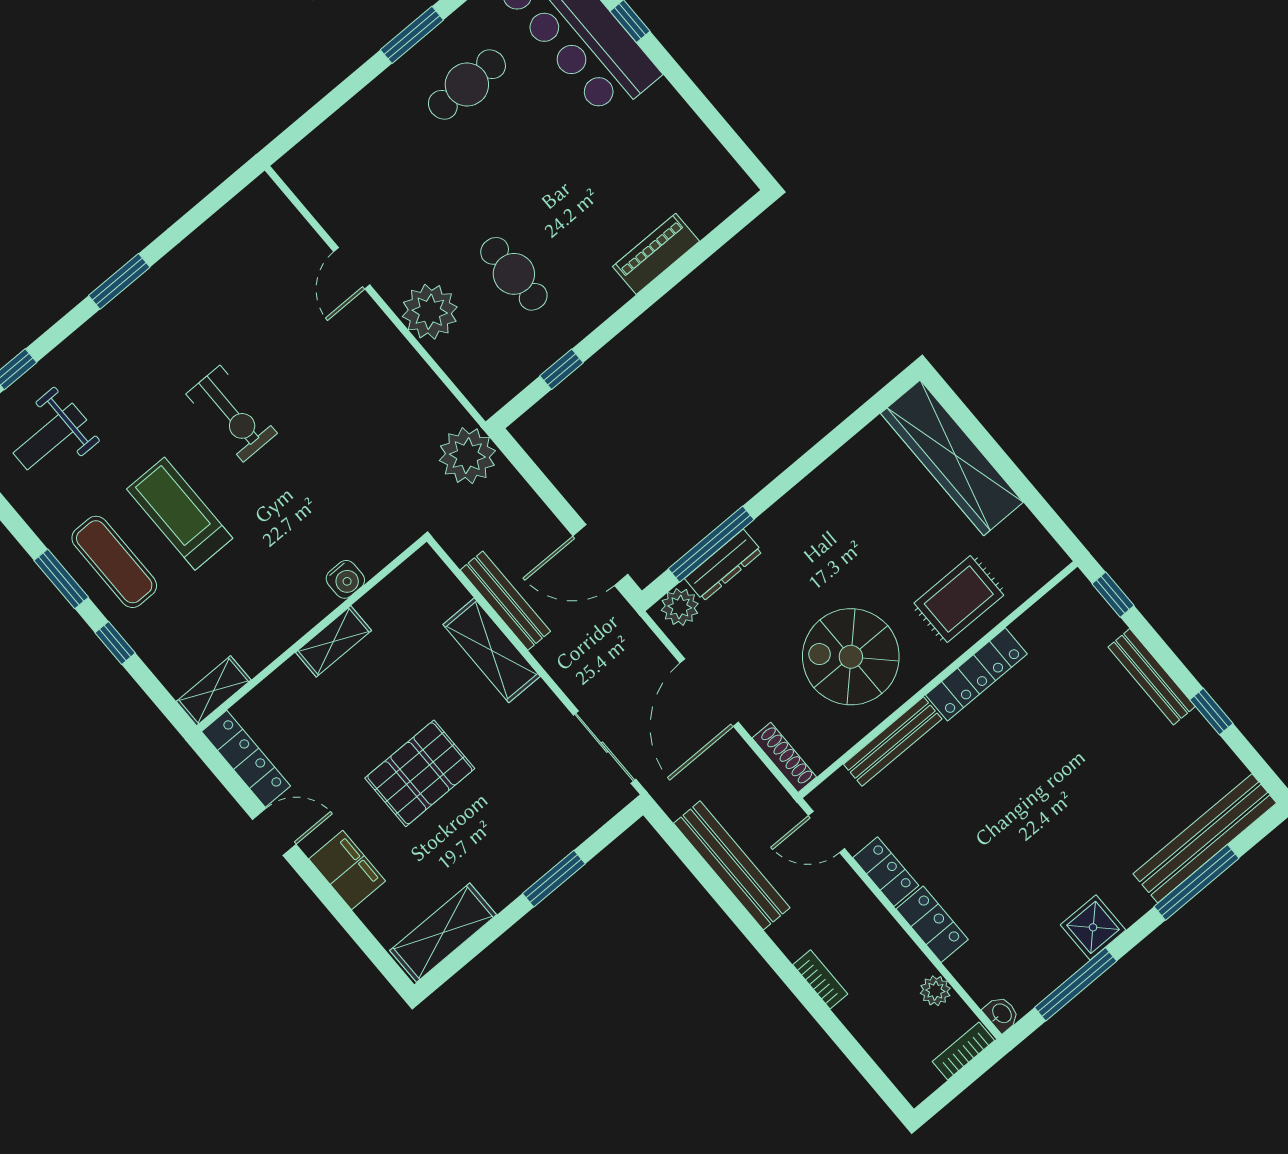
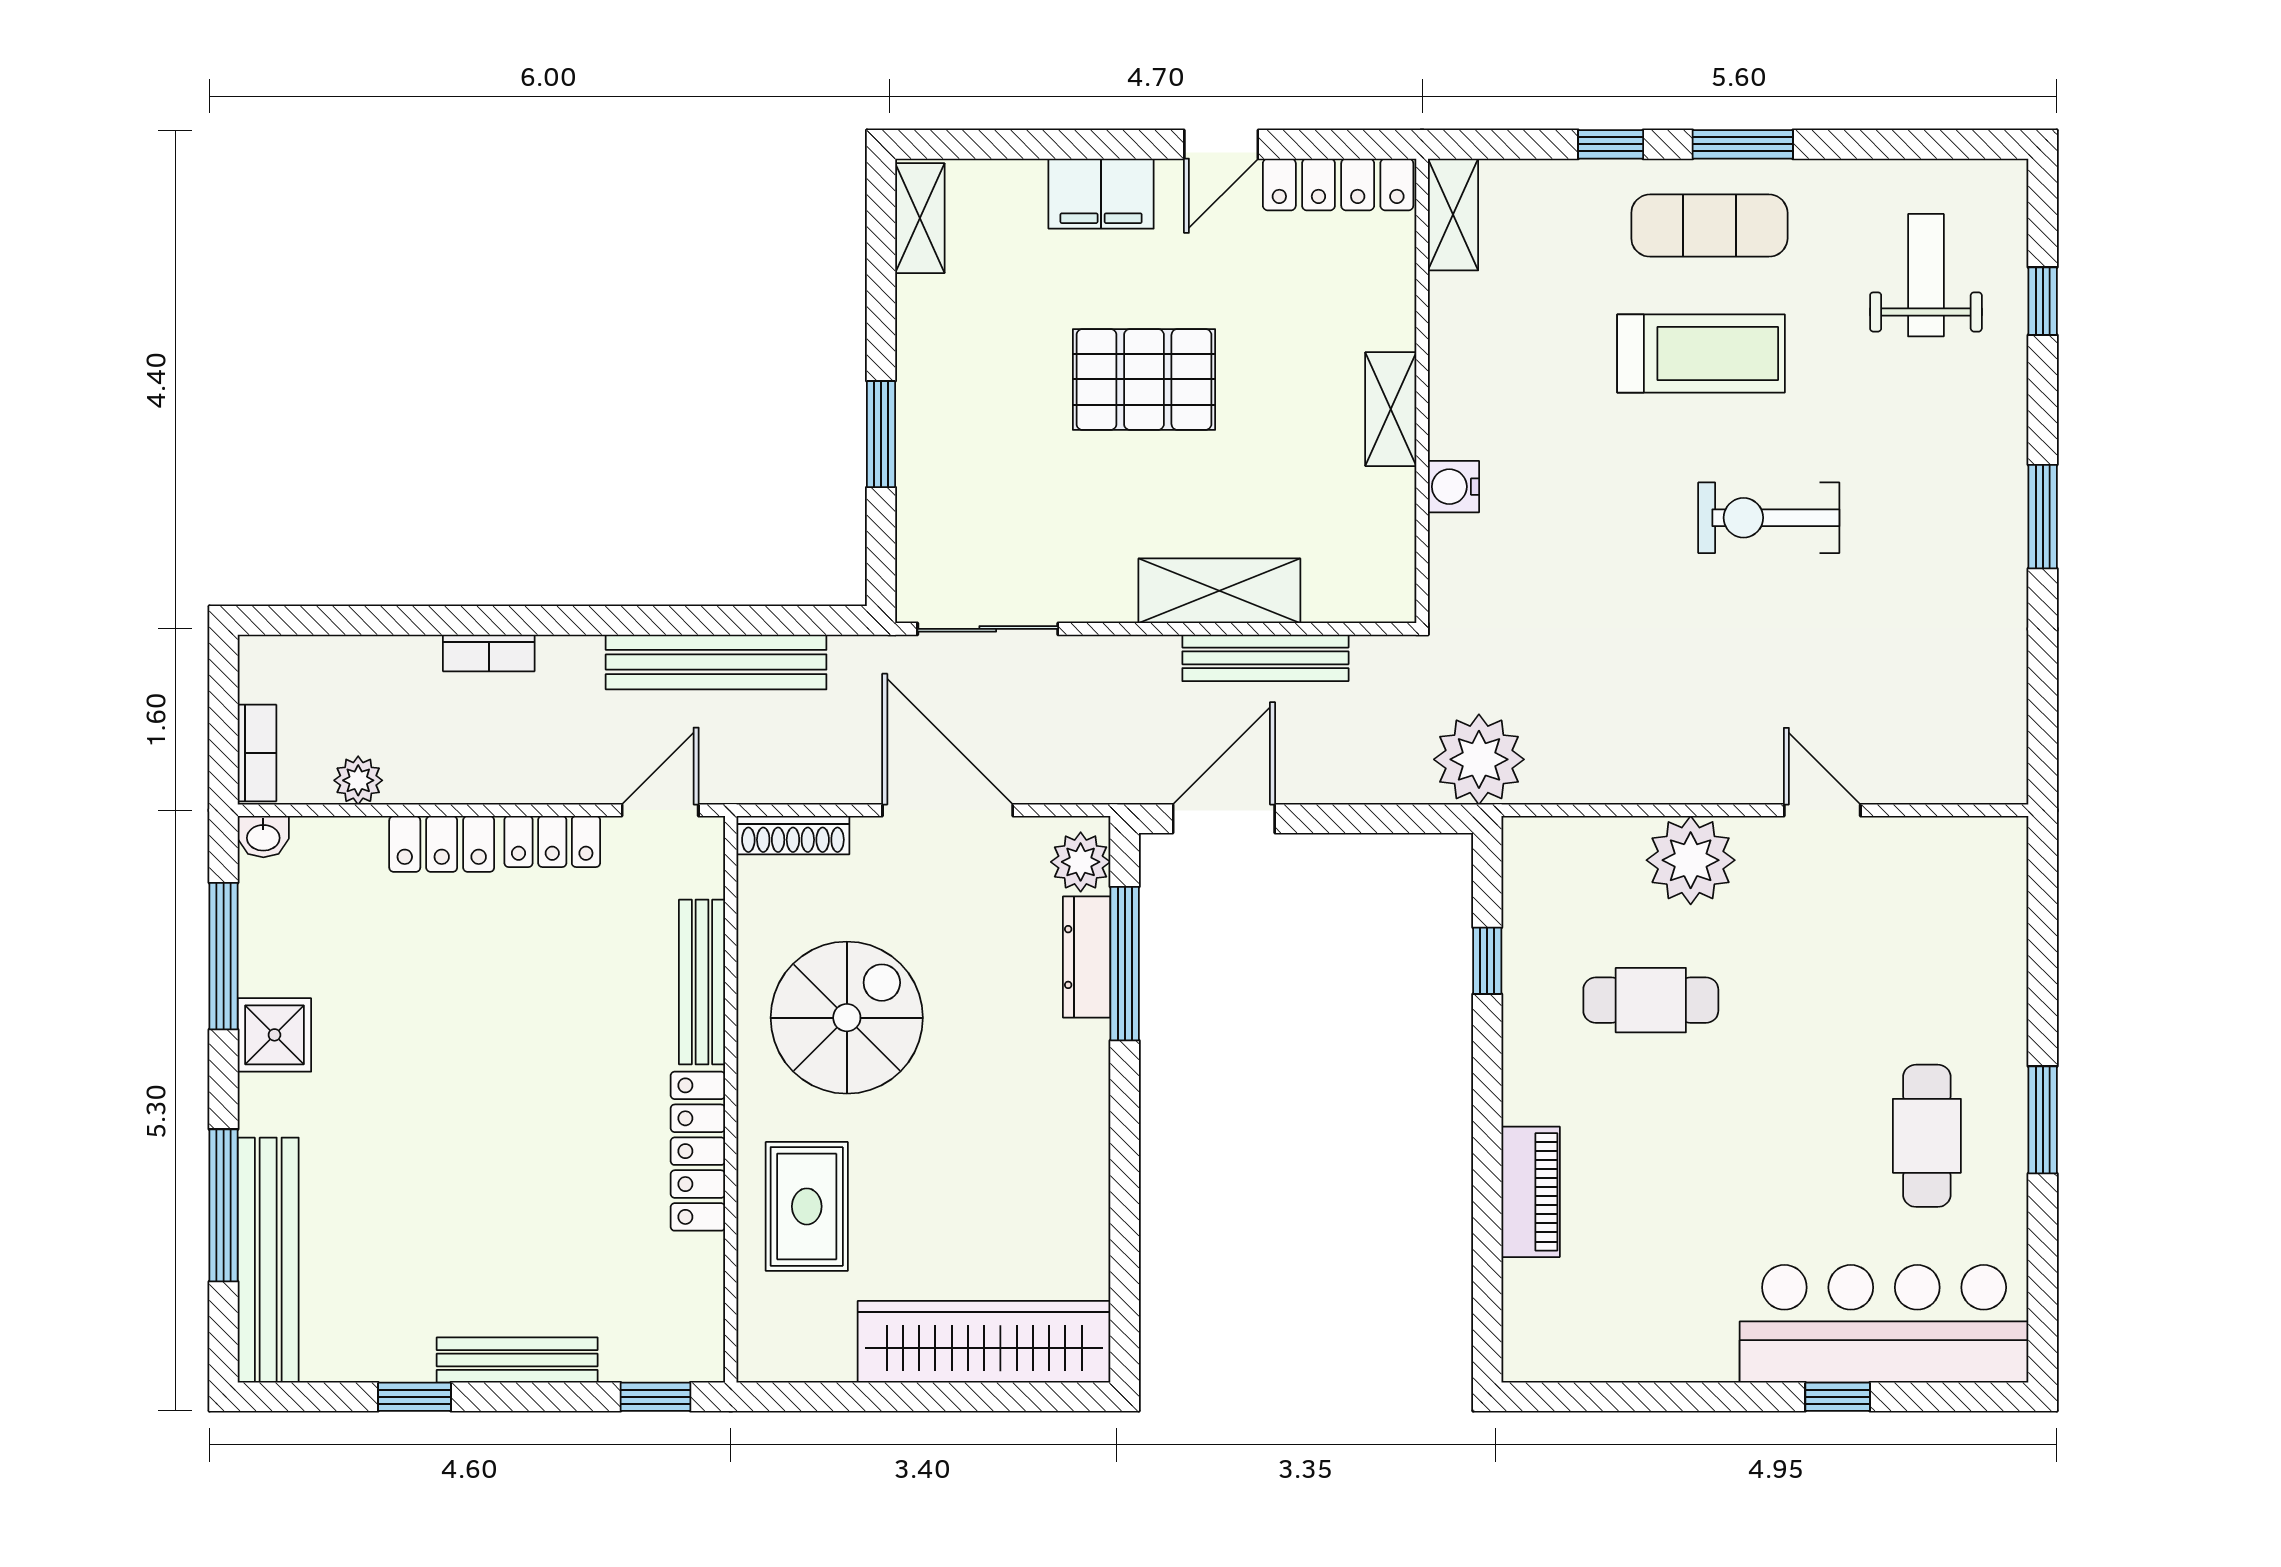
pallet: (420, 773) -> (1144, 379), turned 90
shelving: (443, 933) -> (920, 218), width x0.67, depth x0.75

